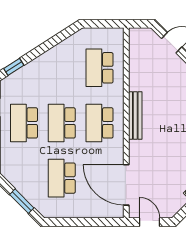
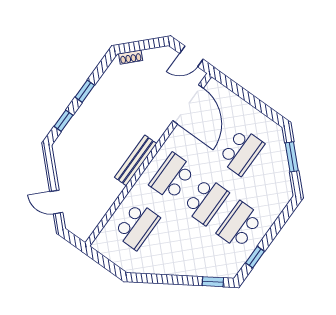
school desk: (24, 123) -> (240, 225), turned 180
school desk: (99, 123) -> (172, 177), turned 180
door: (149, 222) -> (191, 56), hinge flipped

